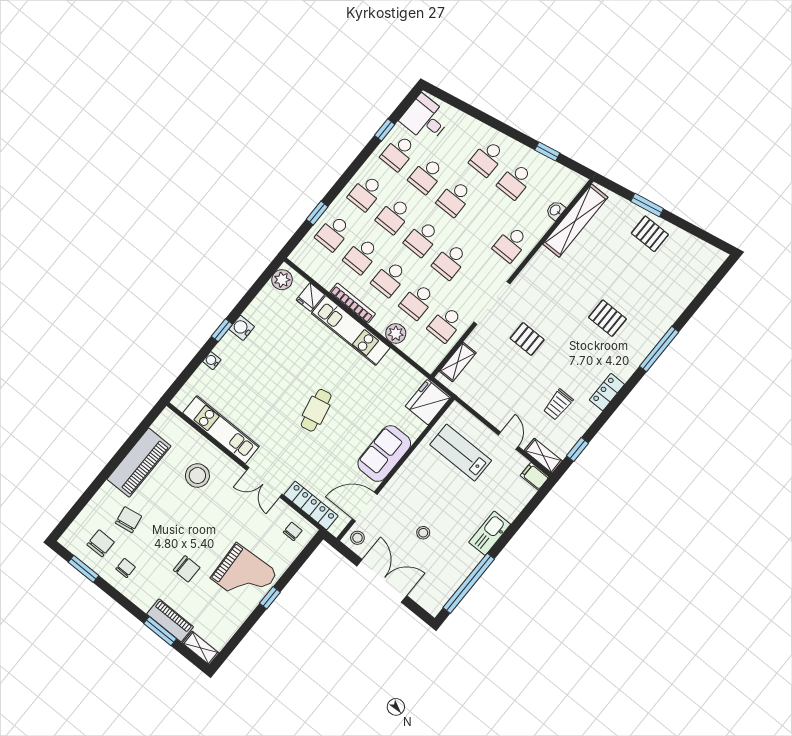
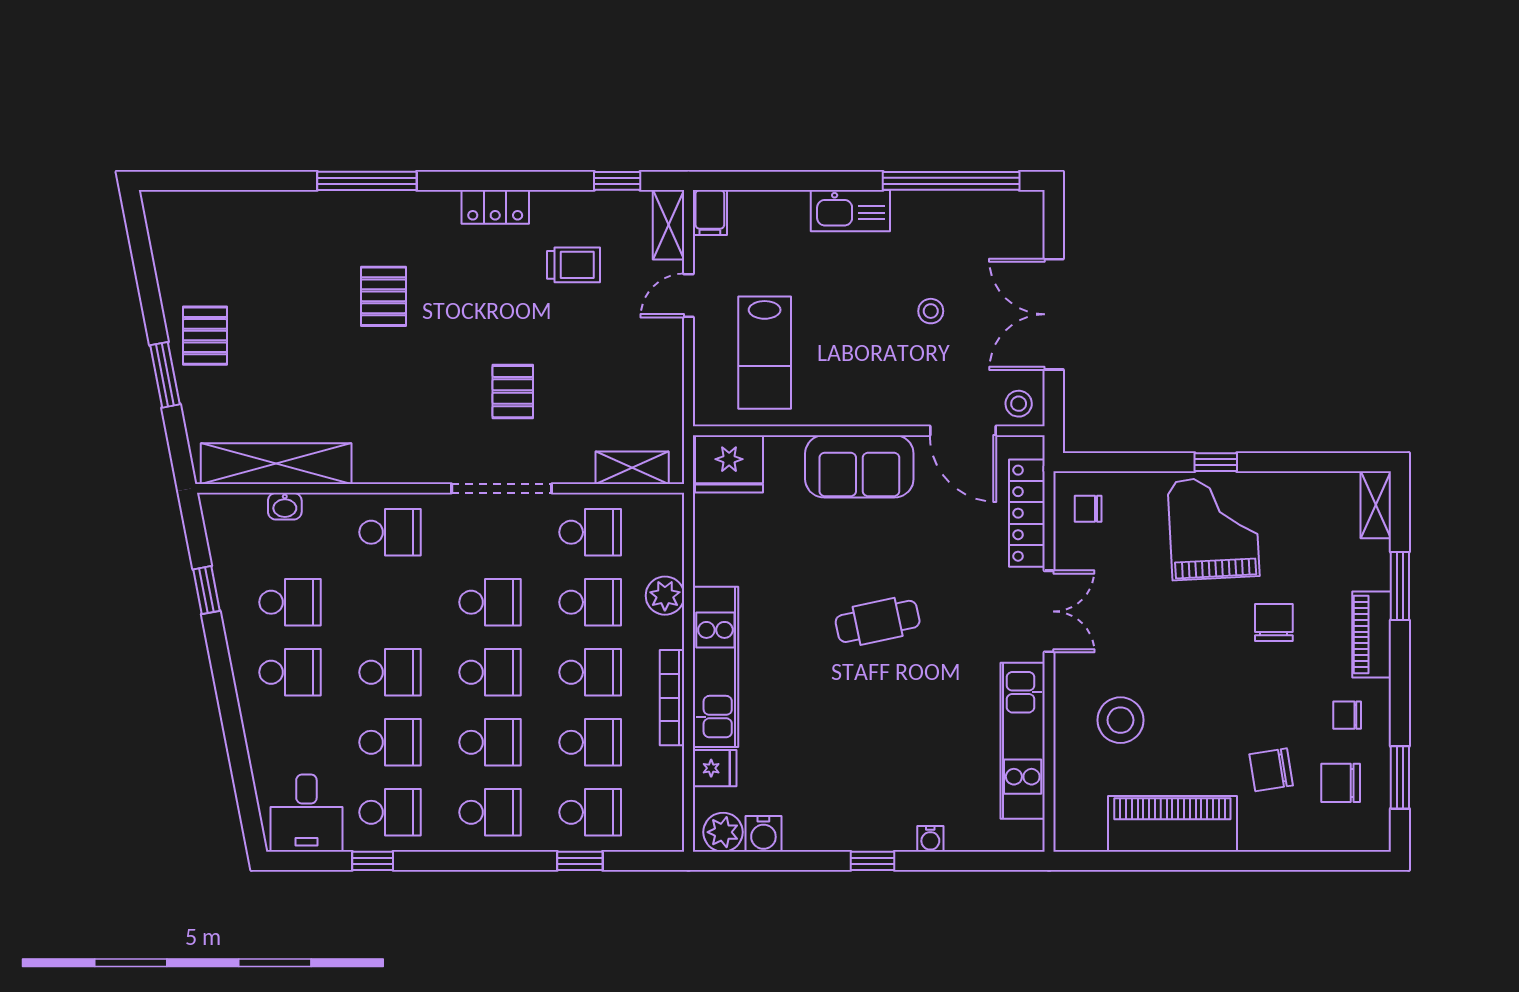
water cooler: (242, 328) -> (763, 834), moved
piano: (170, 620) -> (1372, 634), moved

